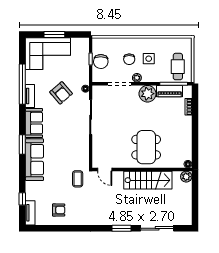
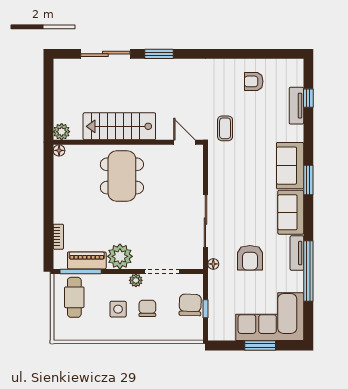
armchair: (61, 93) -> (250, 258), turned -139
sofa: (34, 160) -> (290, 166), width x0.73
tv unit: (30, 213) -> (296, 106), moved

